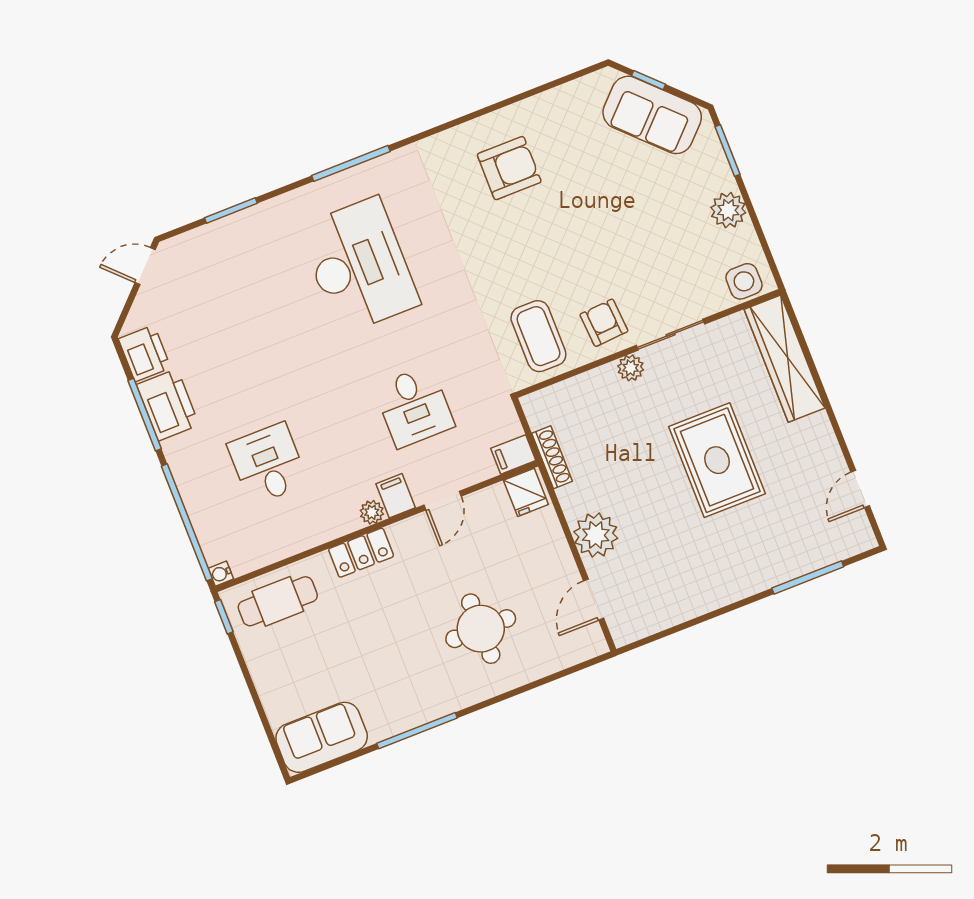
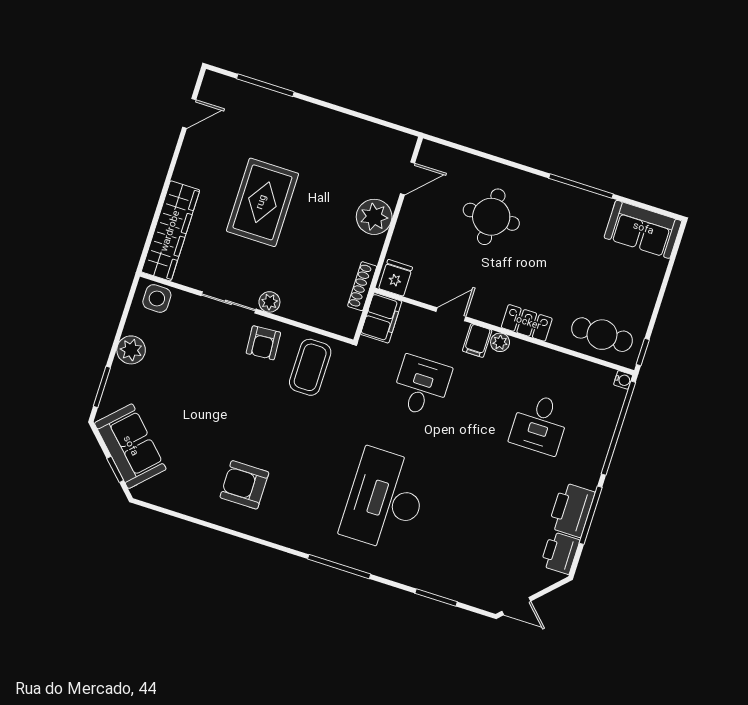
filing cabinet: (513, 454) -> (381, 318), width x2.00

